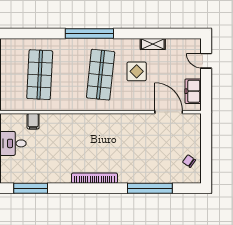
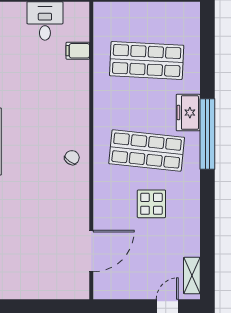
shelving: (153, 44) -> (192, 276), moved
freezer: (193, 91) -> (188, 113), moved, turned -90
chair: (189, 161) -> (72, 158), moved

